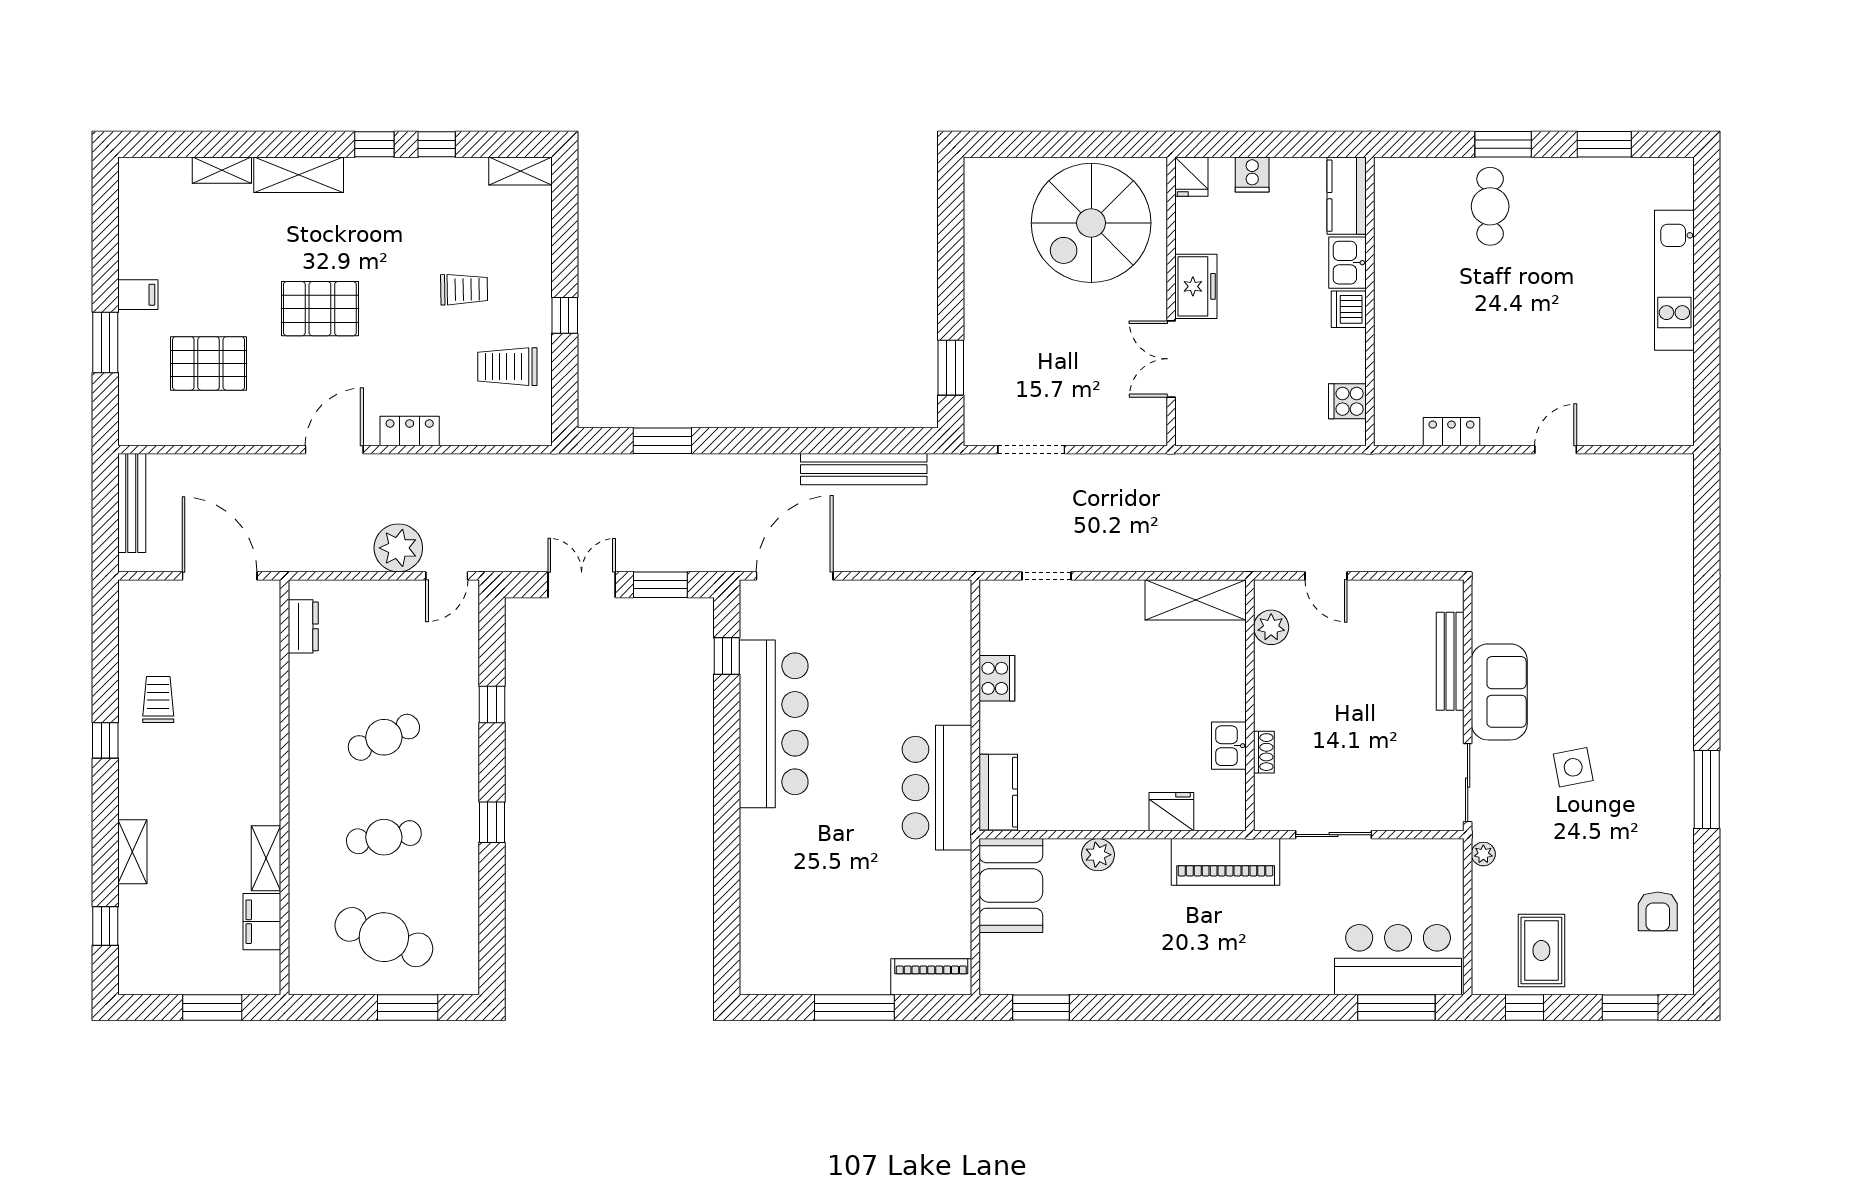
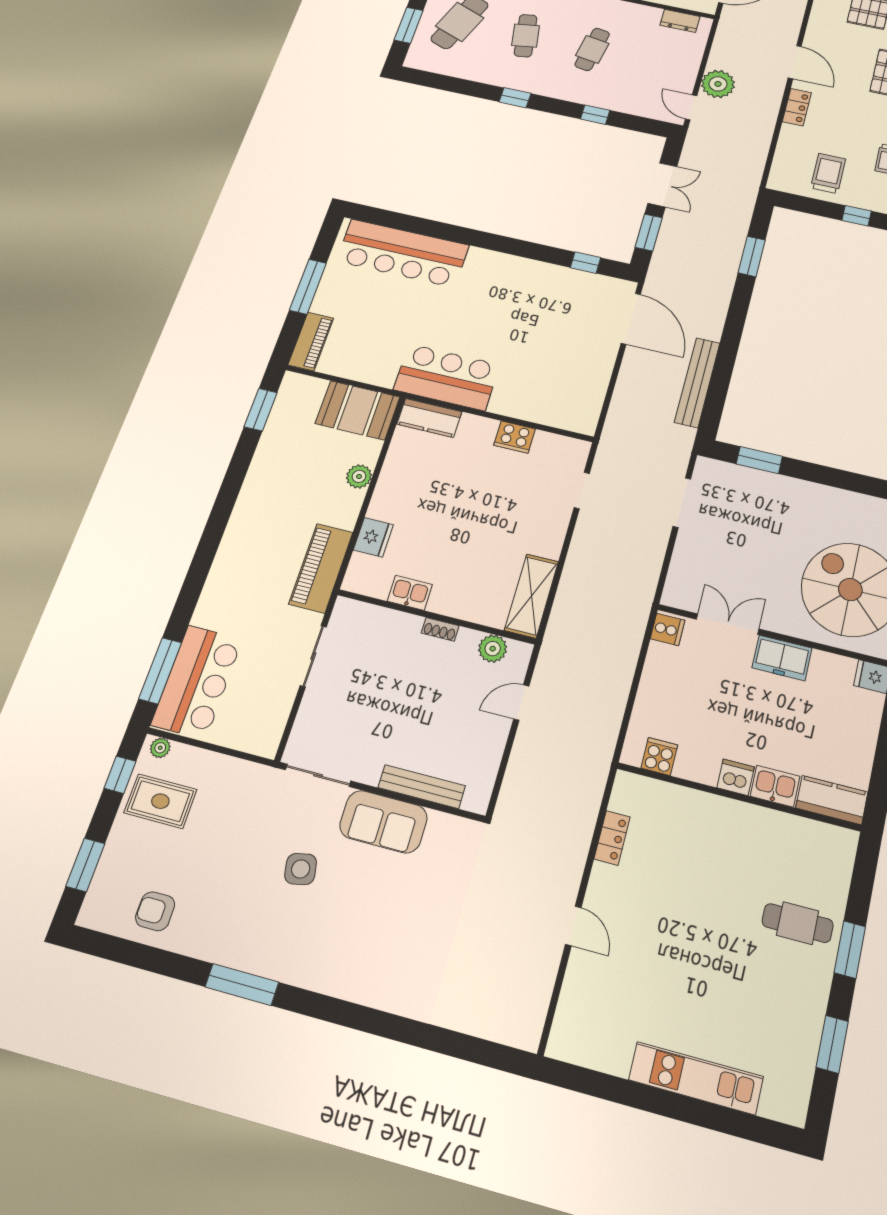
cooker: (1252, 174) -> (668, 629), moved, turned 180
bar counter: (774, 724) -> (403, 253), moved
cafe table: (384, 737) -> (592, 49), turned 33
shoe rack: (1264, 752) -> (440, 629), moved
plant: (1483, 854) -> (160, 748), moved

